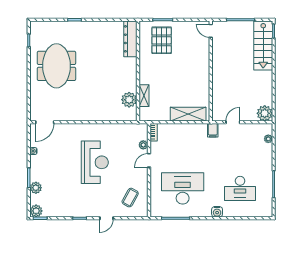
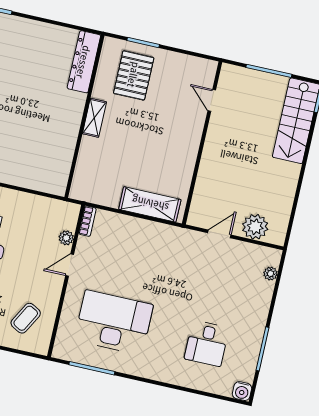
door: (211, 31) -> (212, 100), moved
shelving: (144, 96) -> (94, 118), moved
plant: (129, 100) -> (60, 160), removed
plant: (265, 113) -> (255, 227), moved
filing cabinet: (213, 130) -> (184, 240), removed
desk: (240, 188) -> (207, 343), width x0.73
water cooler: (217, 212) -> (242, 391), moved

